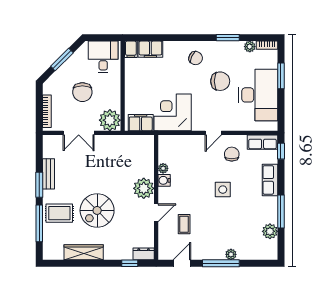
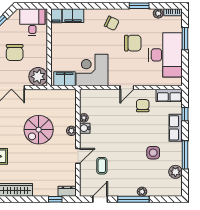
window: (281, 151) -> (185, 114), moved
plant: (144, 188) -> (71, 131), width x0.53, depth x0.53
side table: (223, 190) -> (153, 153), moved
spiral stairs: (97, 210) -> (39, 130), moved

